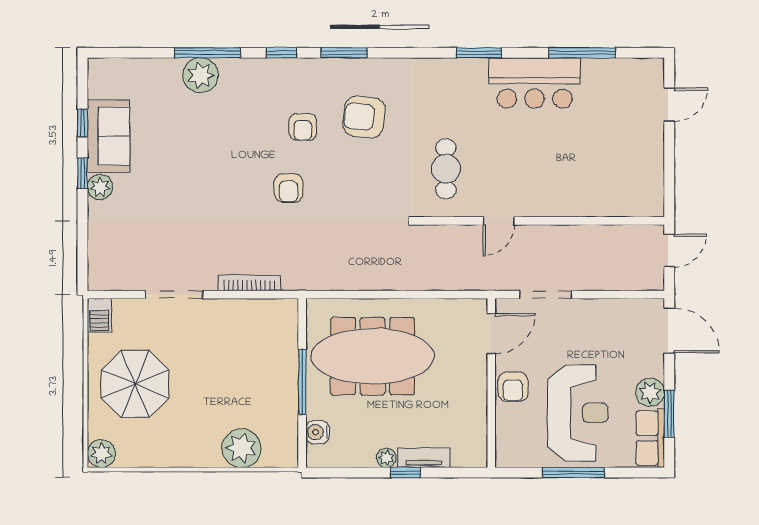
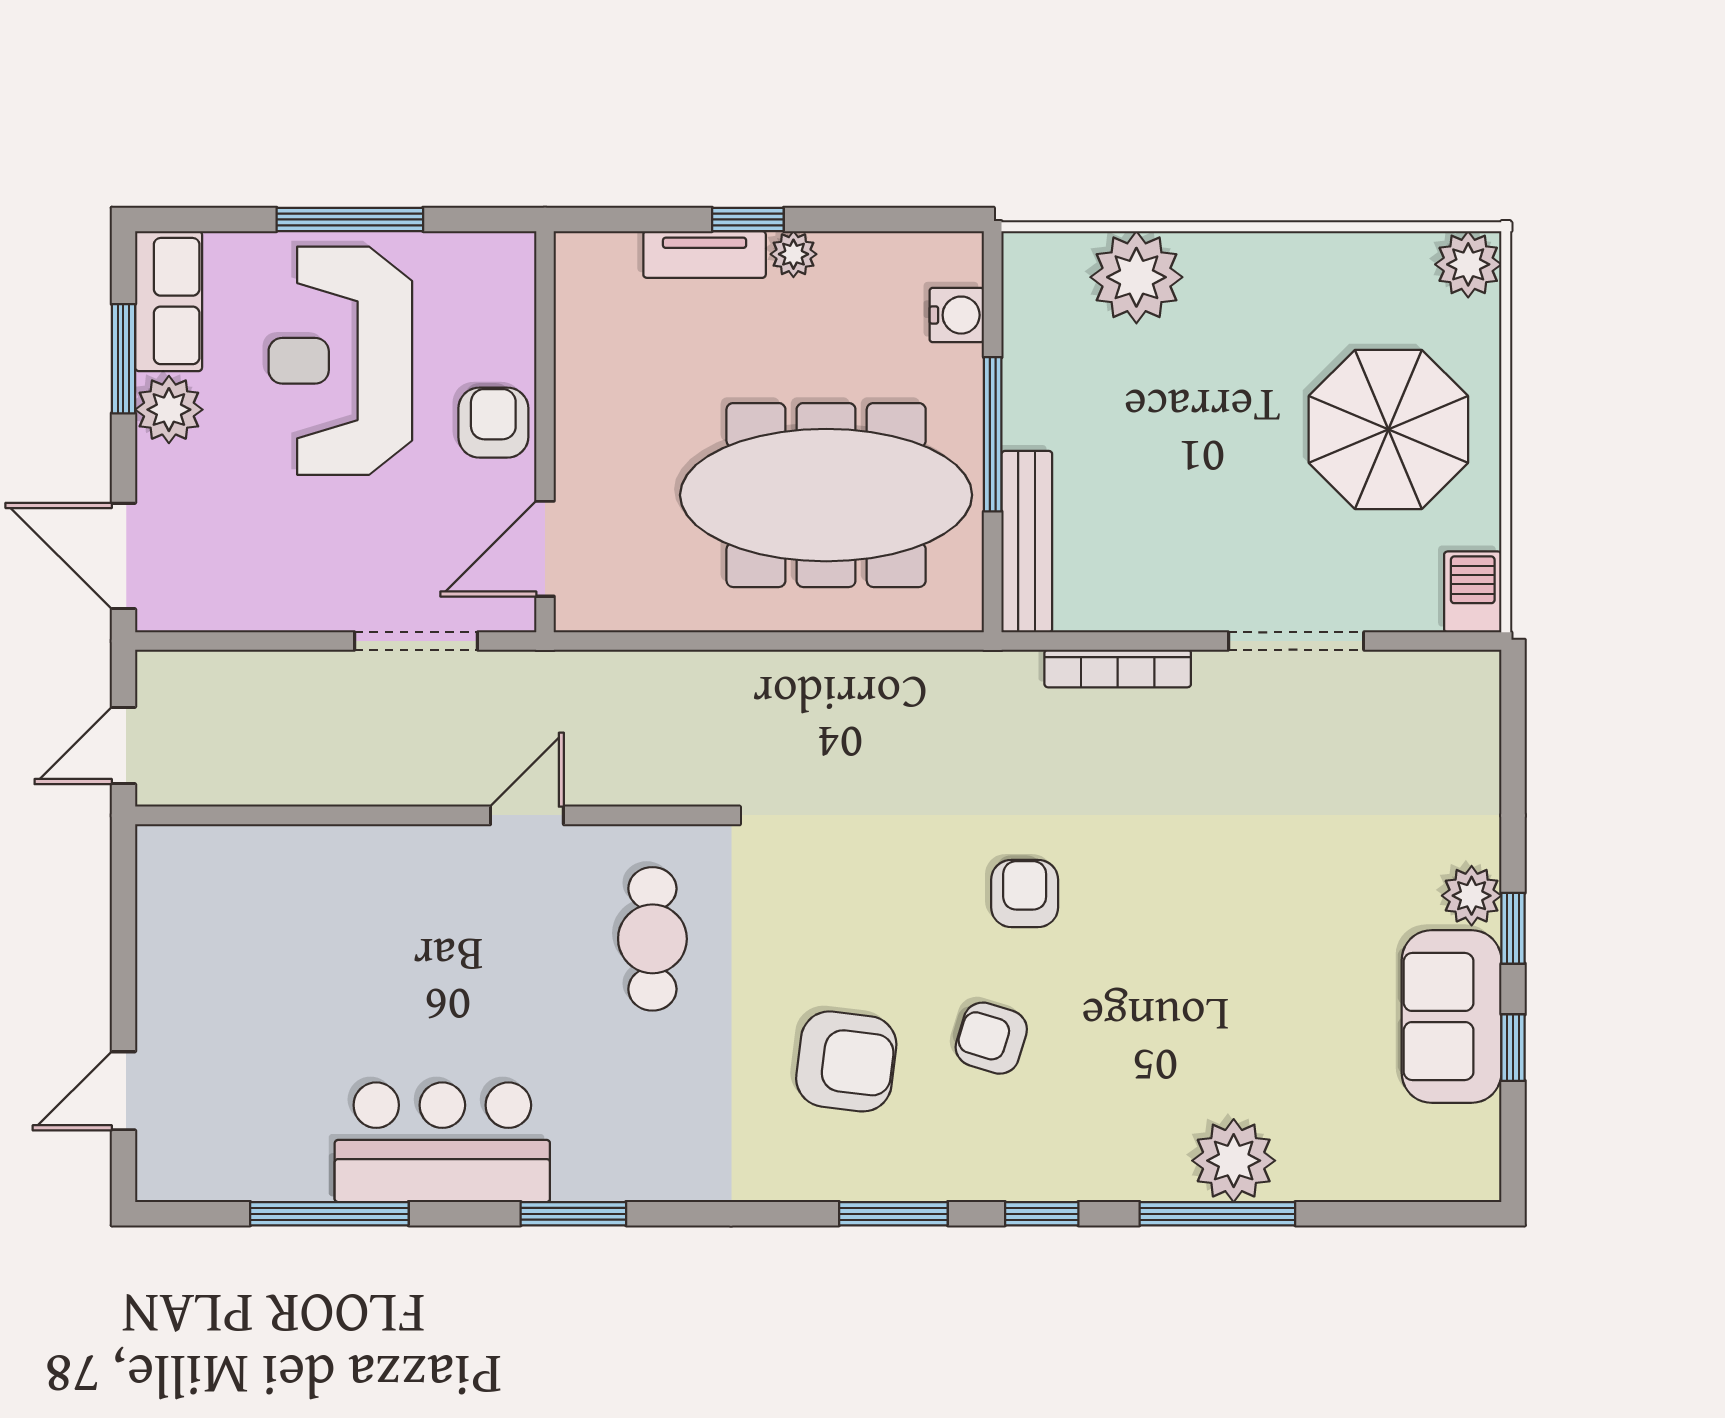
armchair: (303, 127) -> (991, 1038), turned -73
bench: (288, 337) -> (1027, 542), added

